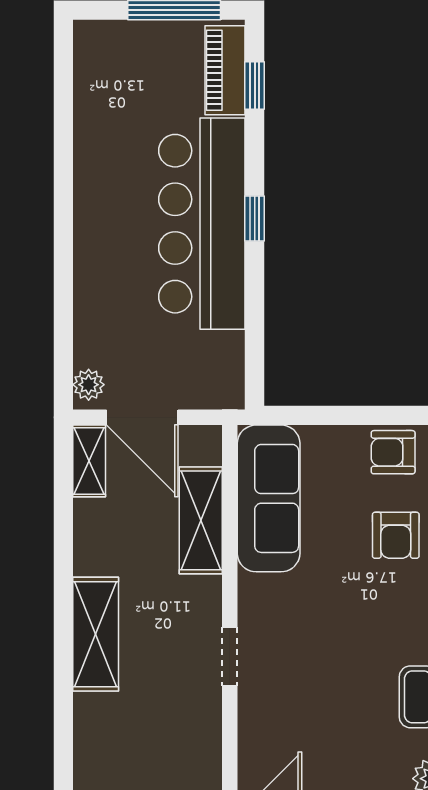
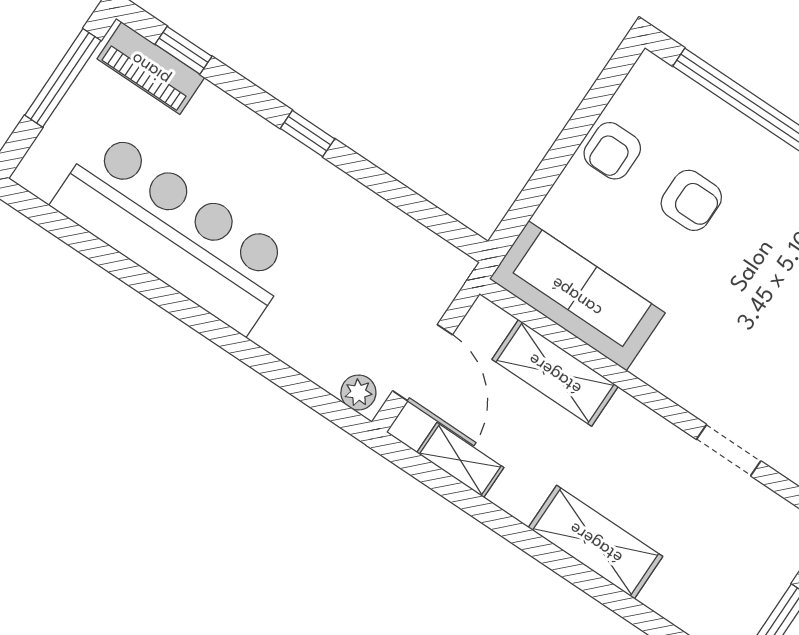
bar counter: (202, 224) -> (174, 231), moved, turned 180
door: (142, 417) -> (423, 363), hinge flipped
shelving: (89, 461) -> (460, 460), moved
doorway: (230, 656) -> (729, 450), moved

